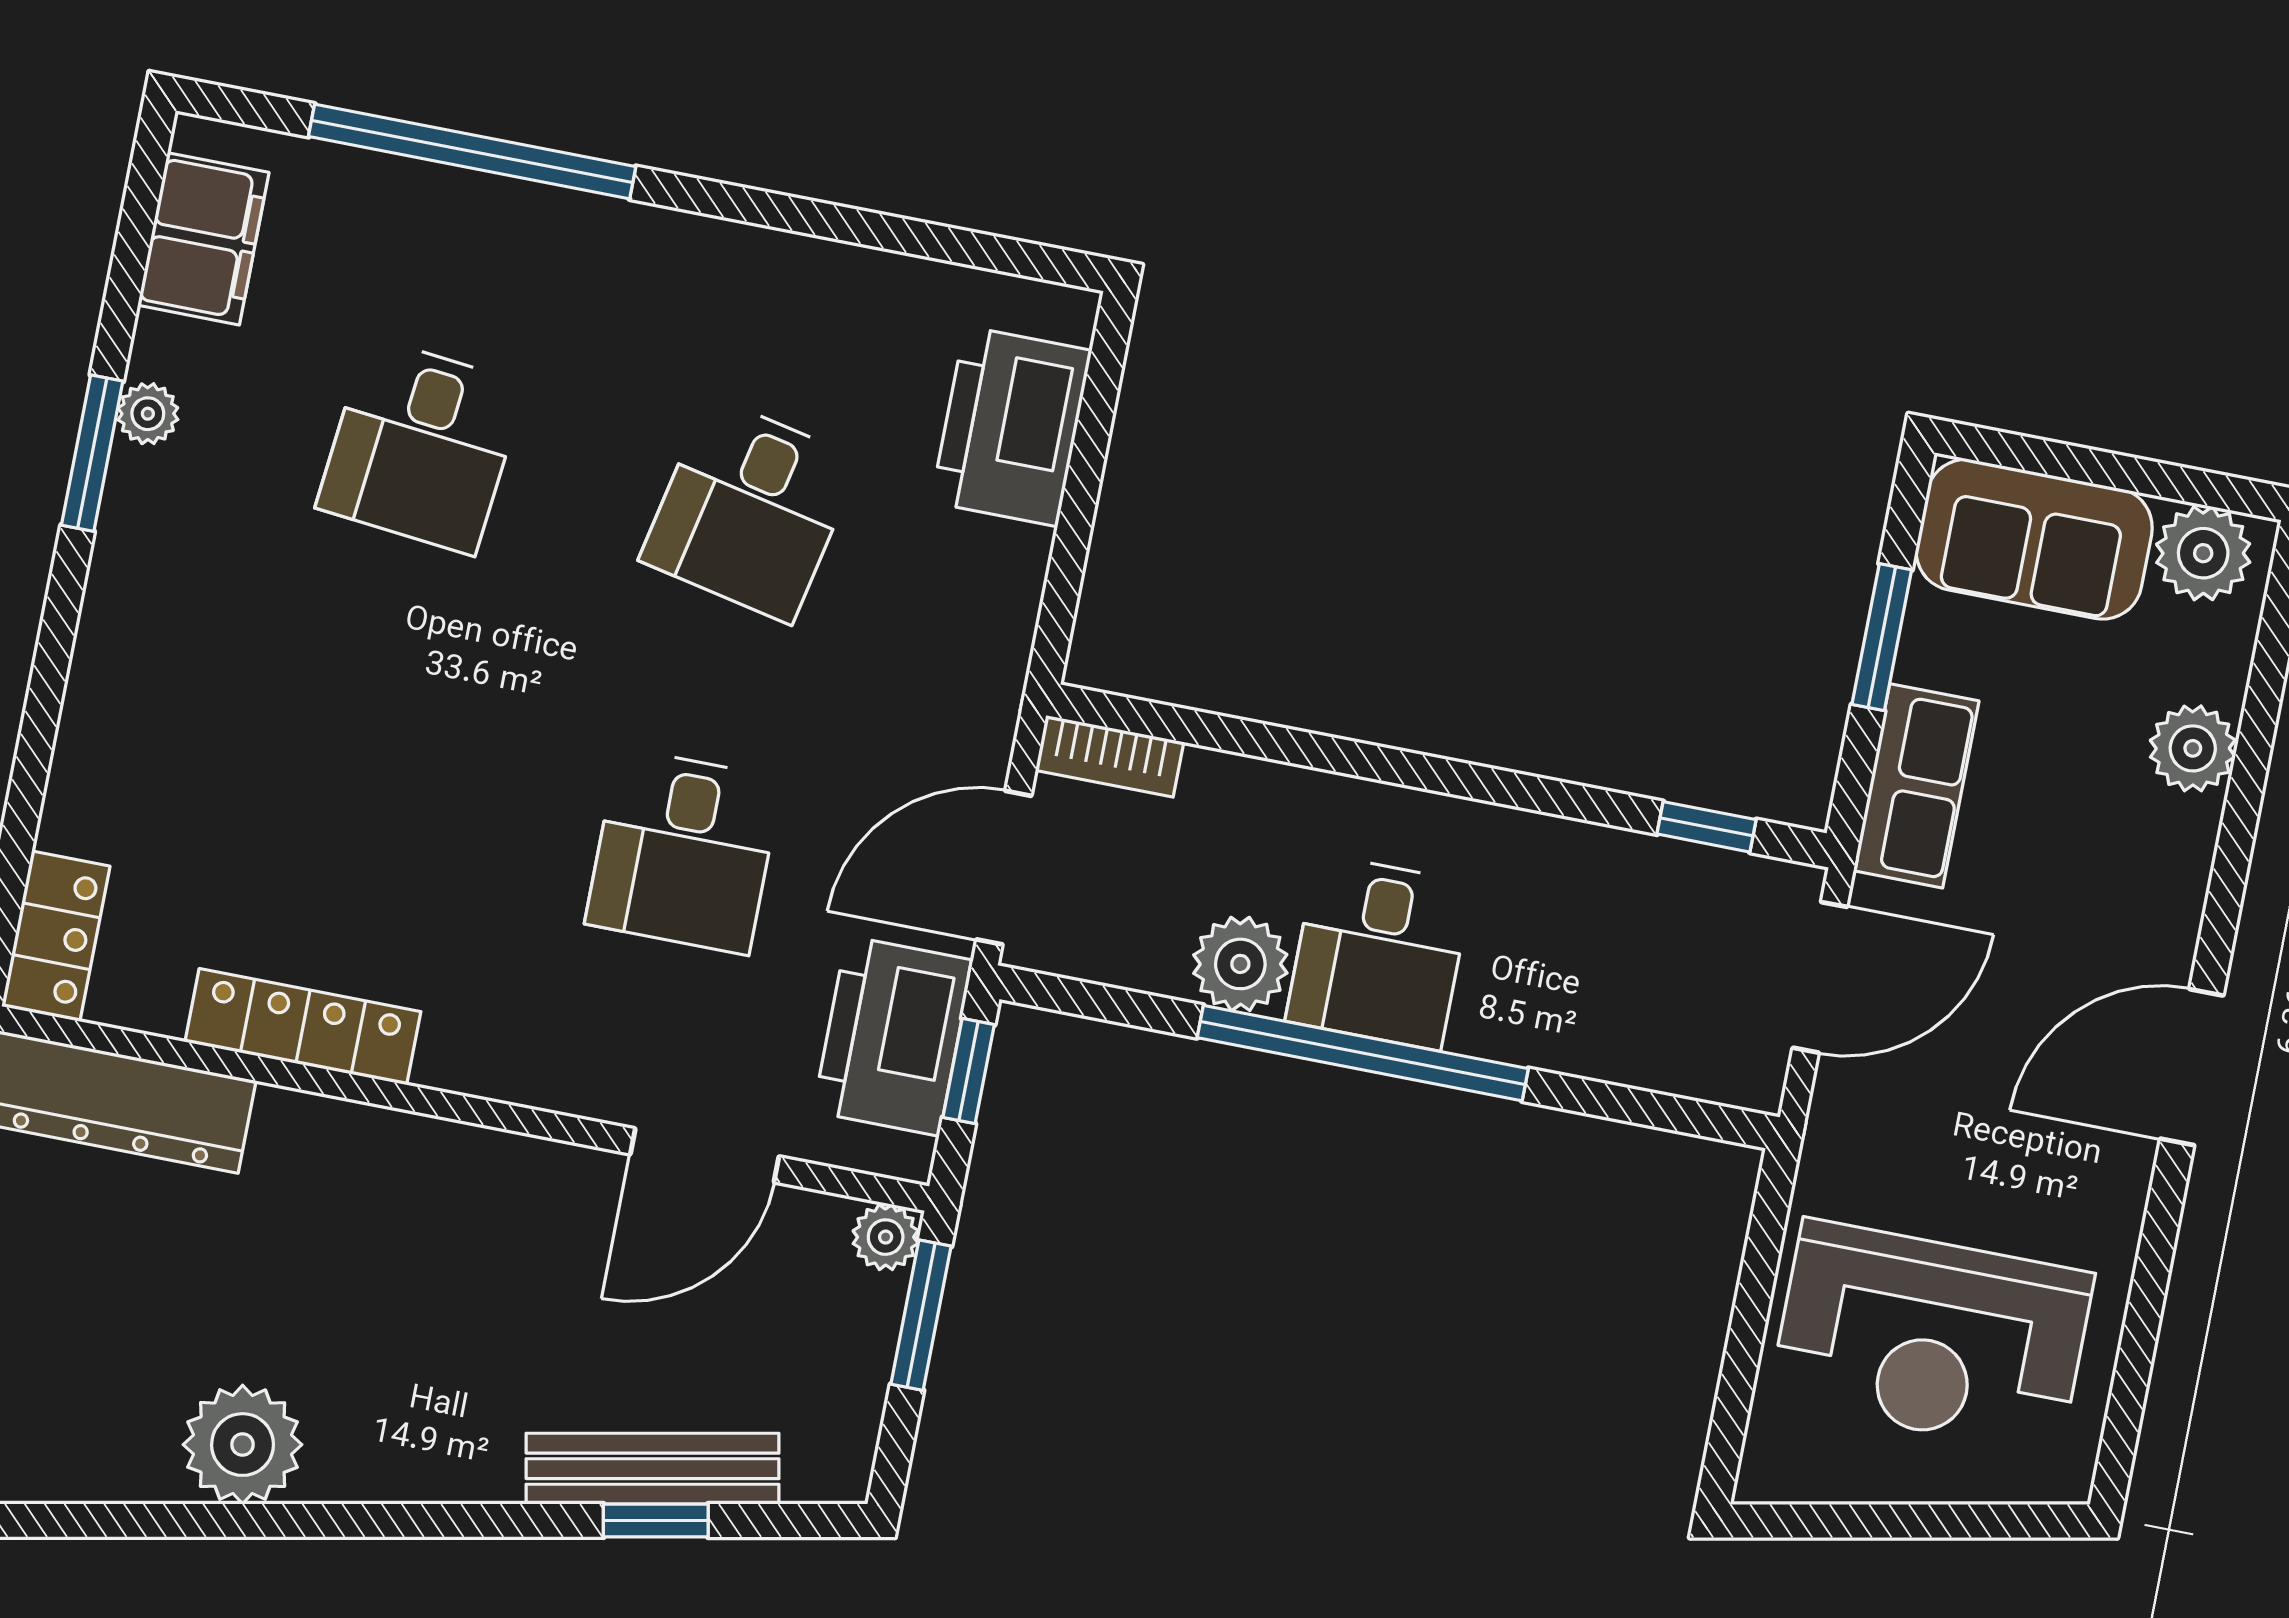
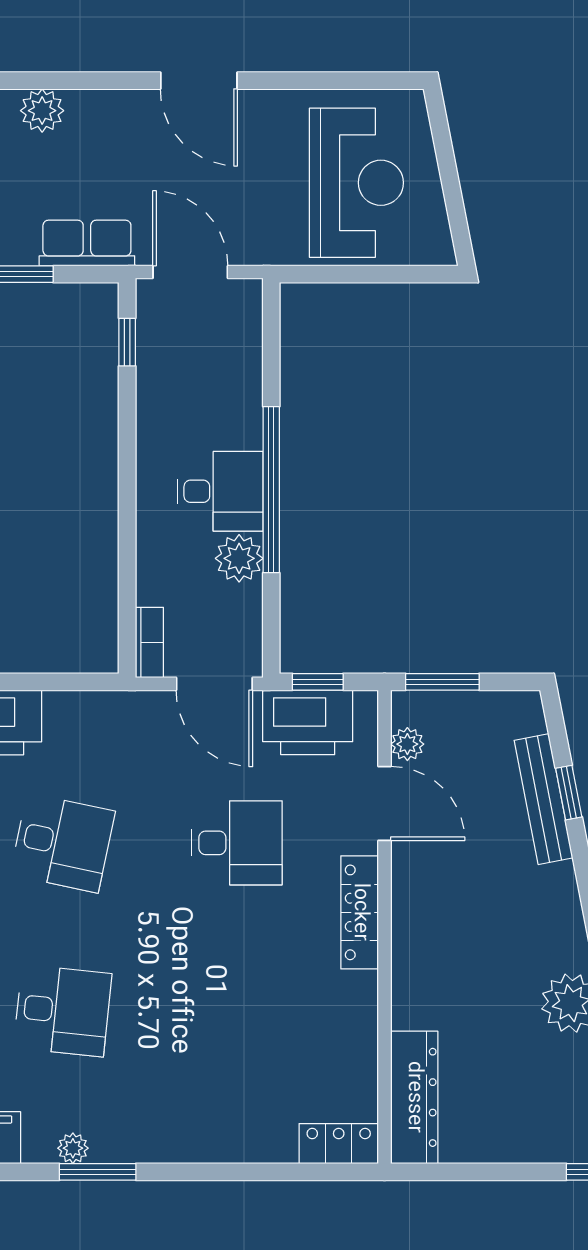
locker: (303, 1027) -> (360, 912), moved
plant: (886, 1237) -> (407, 744), moved

